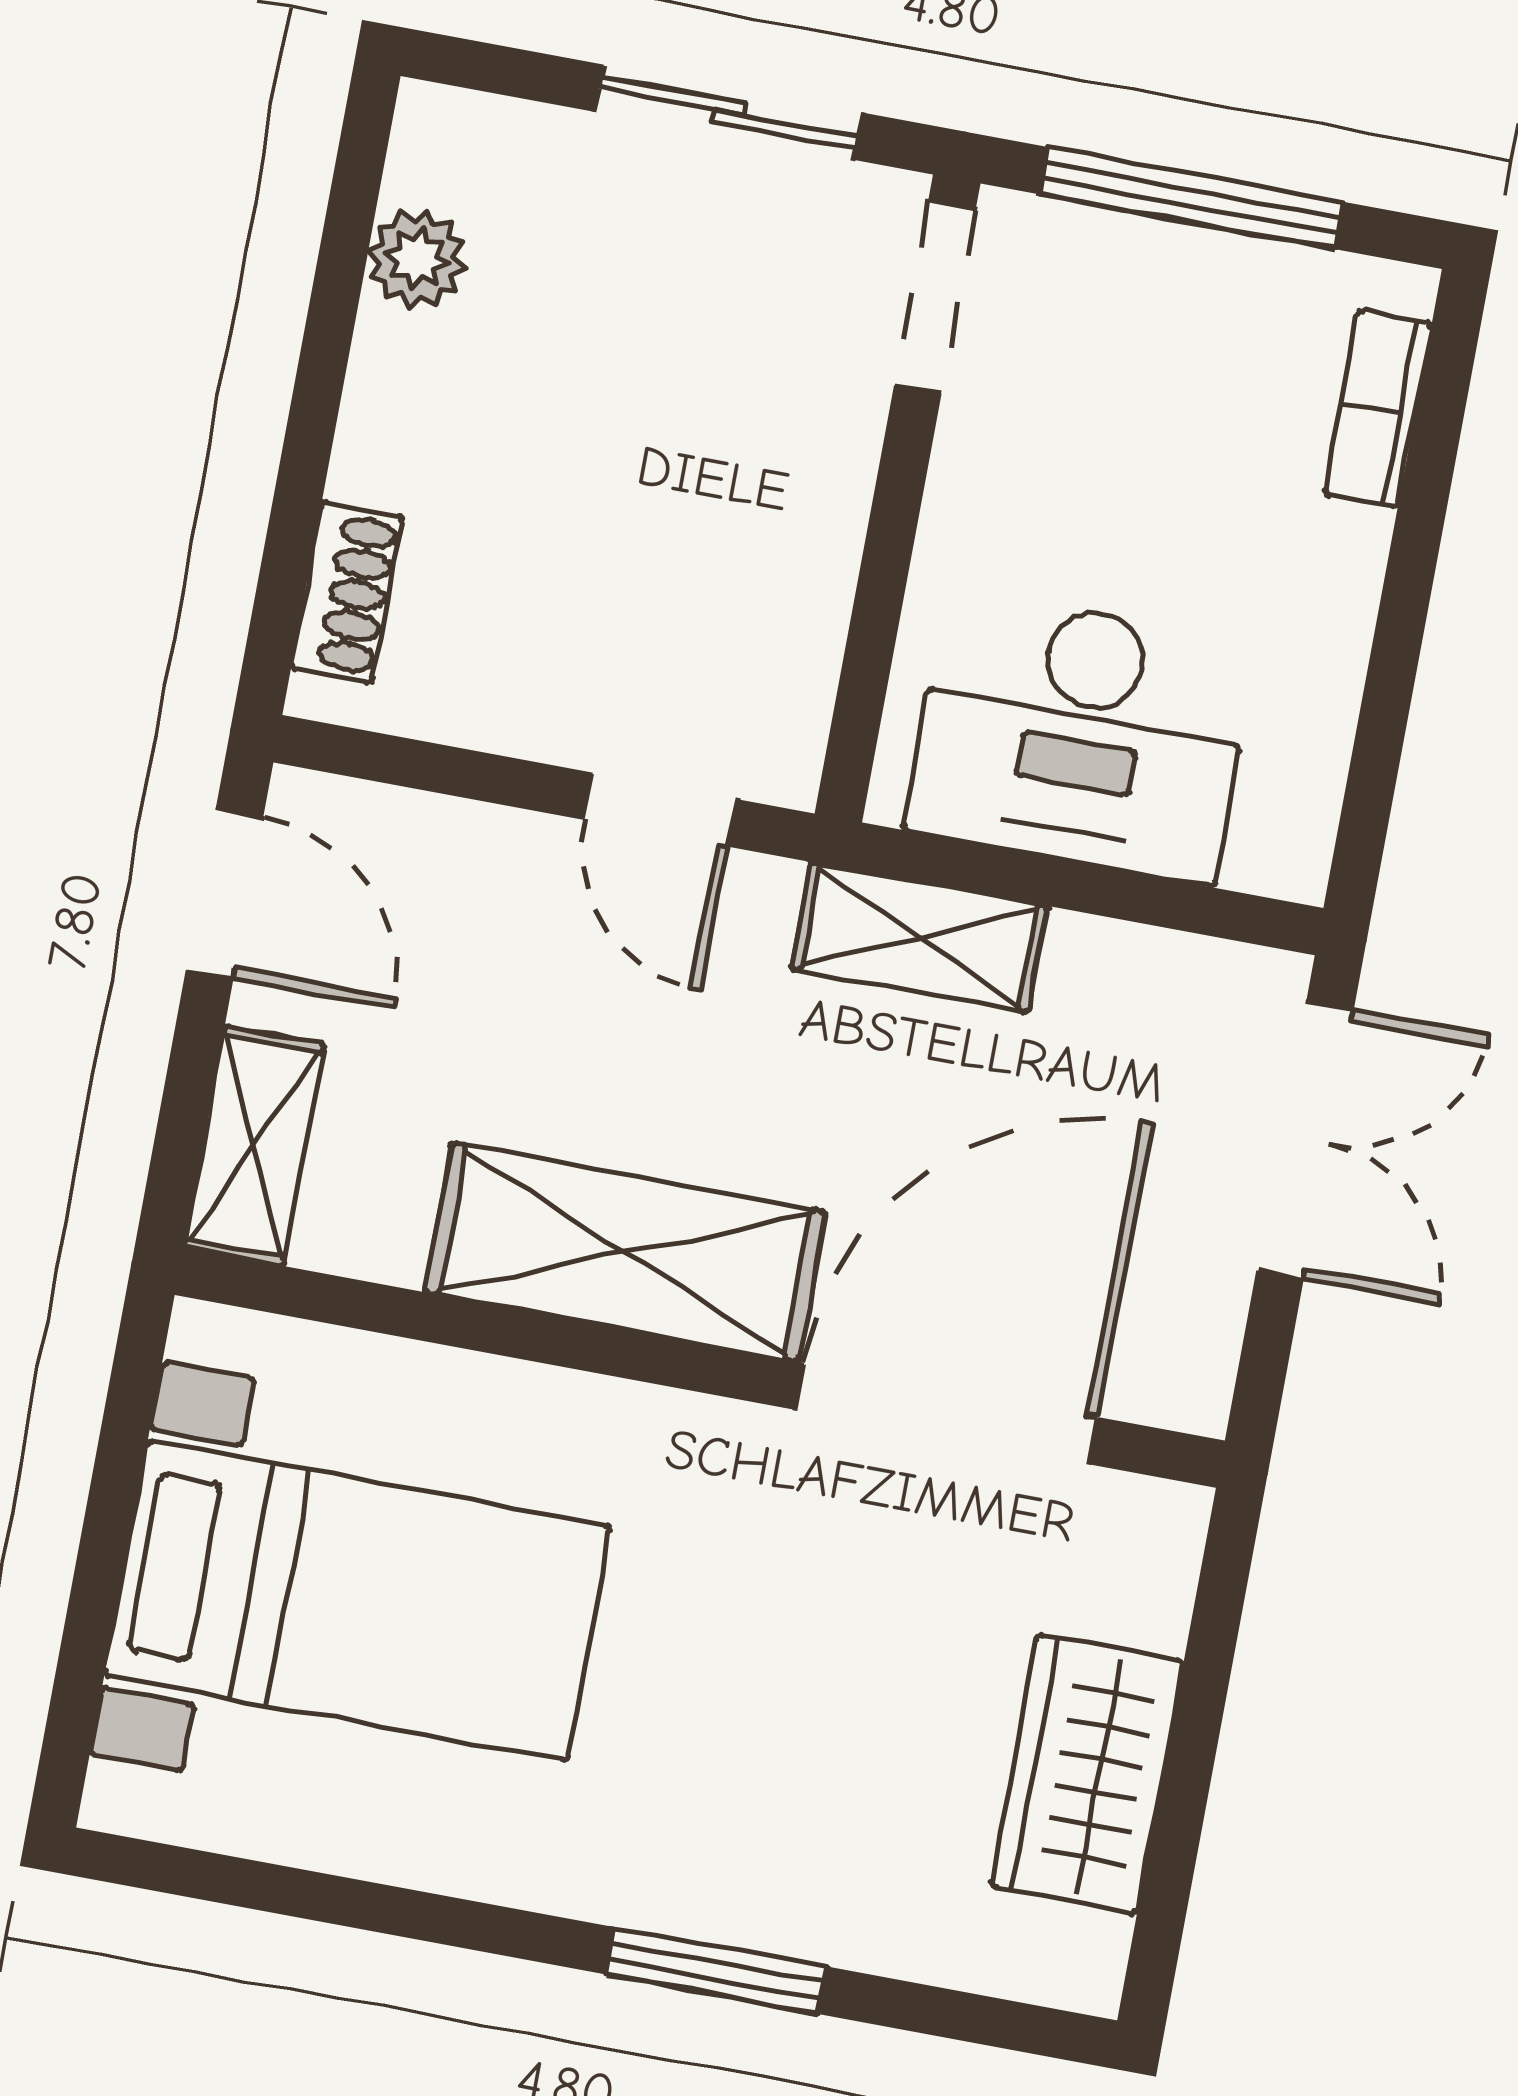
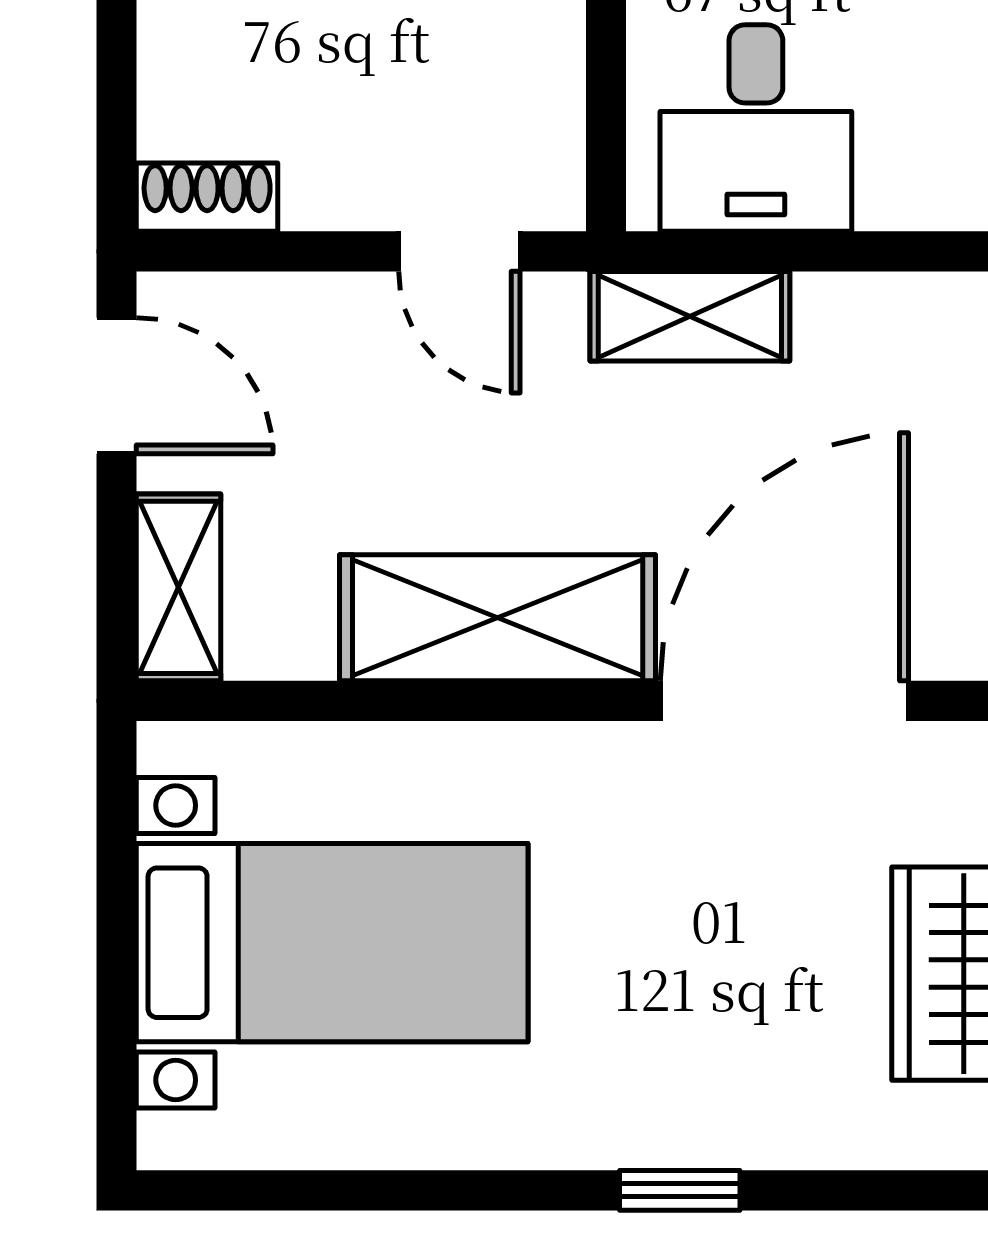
shoe rack: (347, 593) -> (207, 197), moved, turned -90
desk: (1081, 736) -> (756, 128), width x0.73
window: (715, 1970) -> (680, 1190), width x0.67

